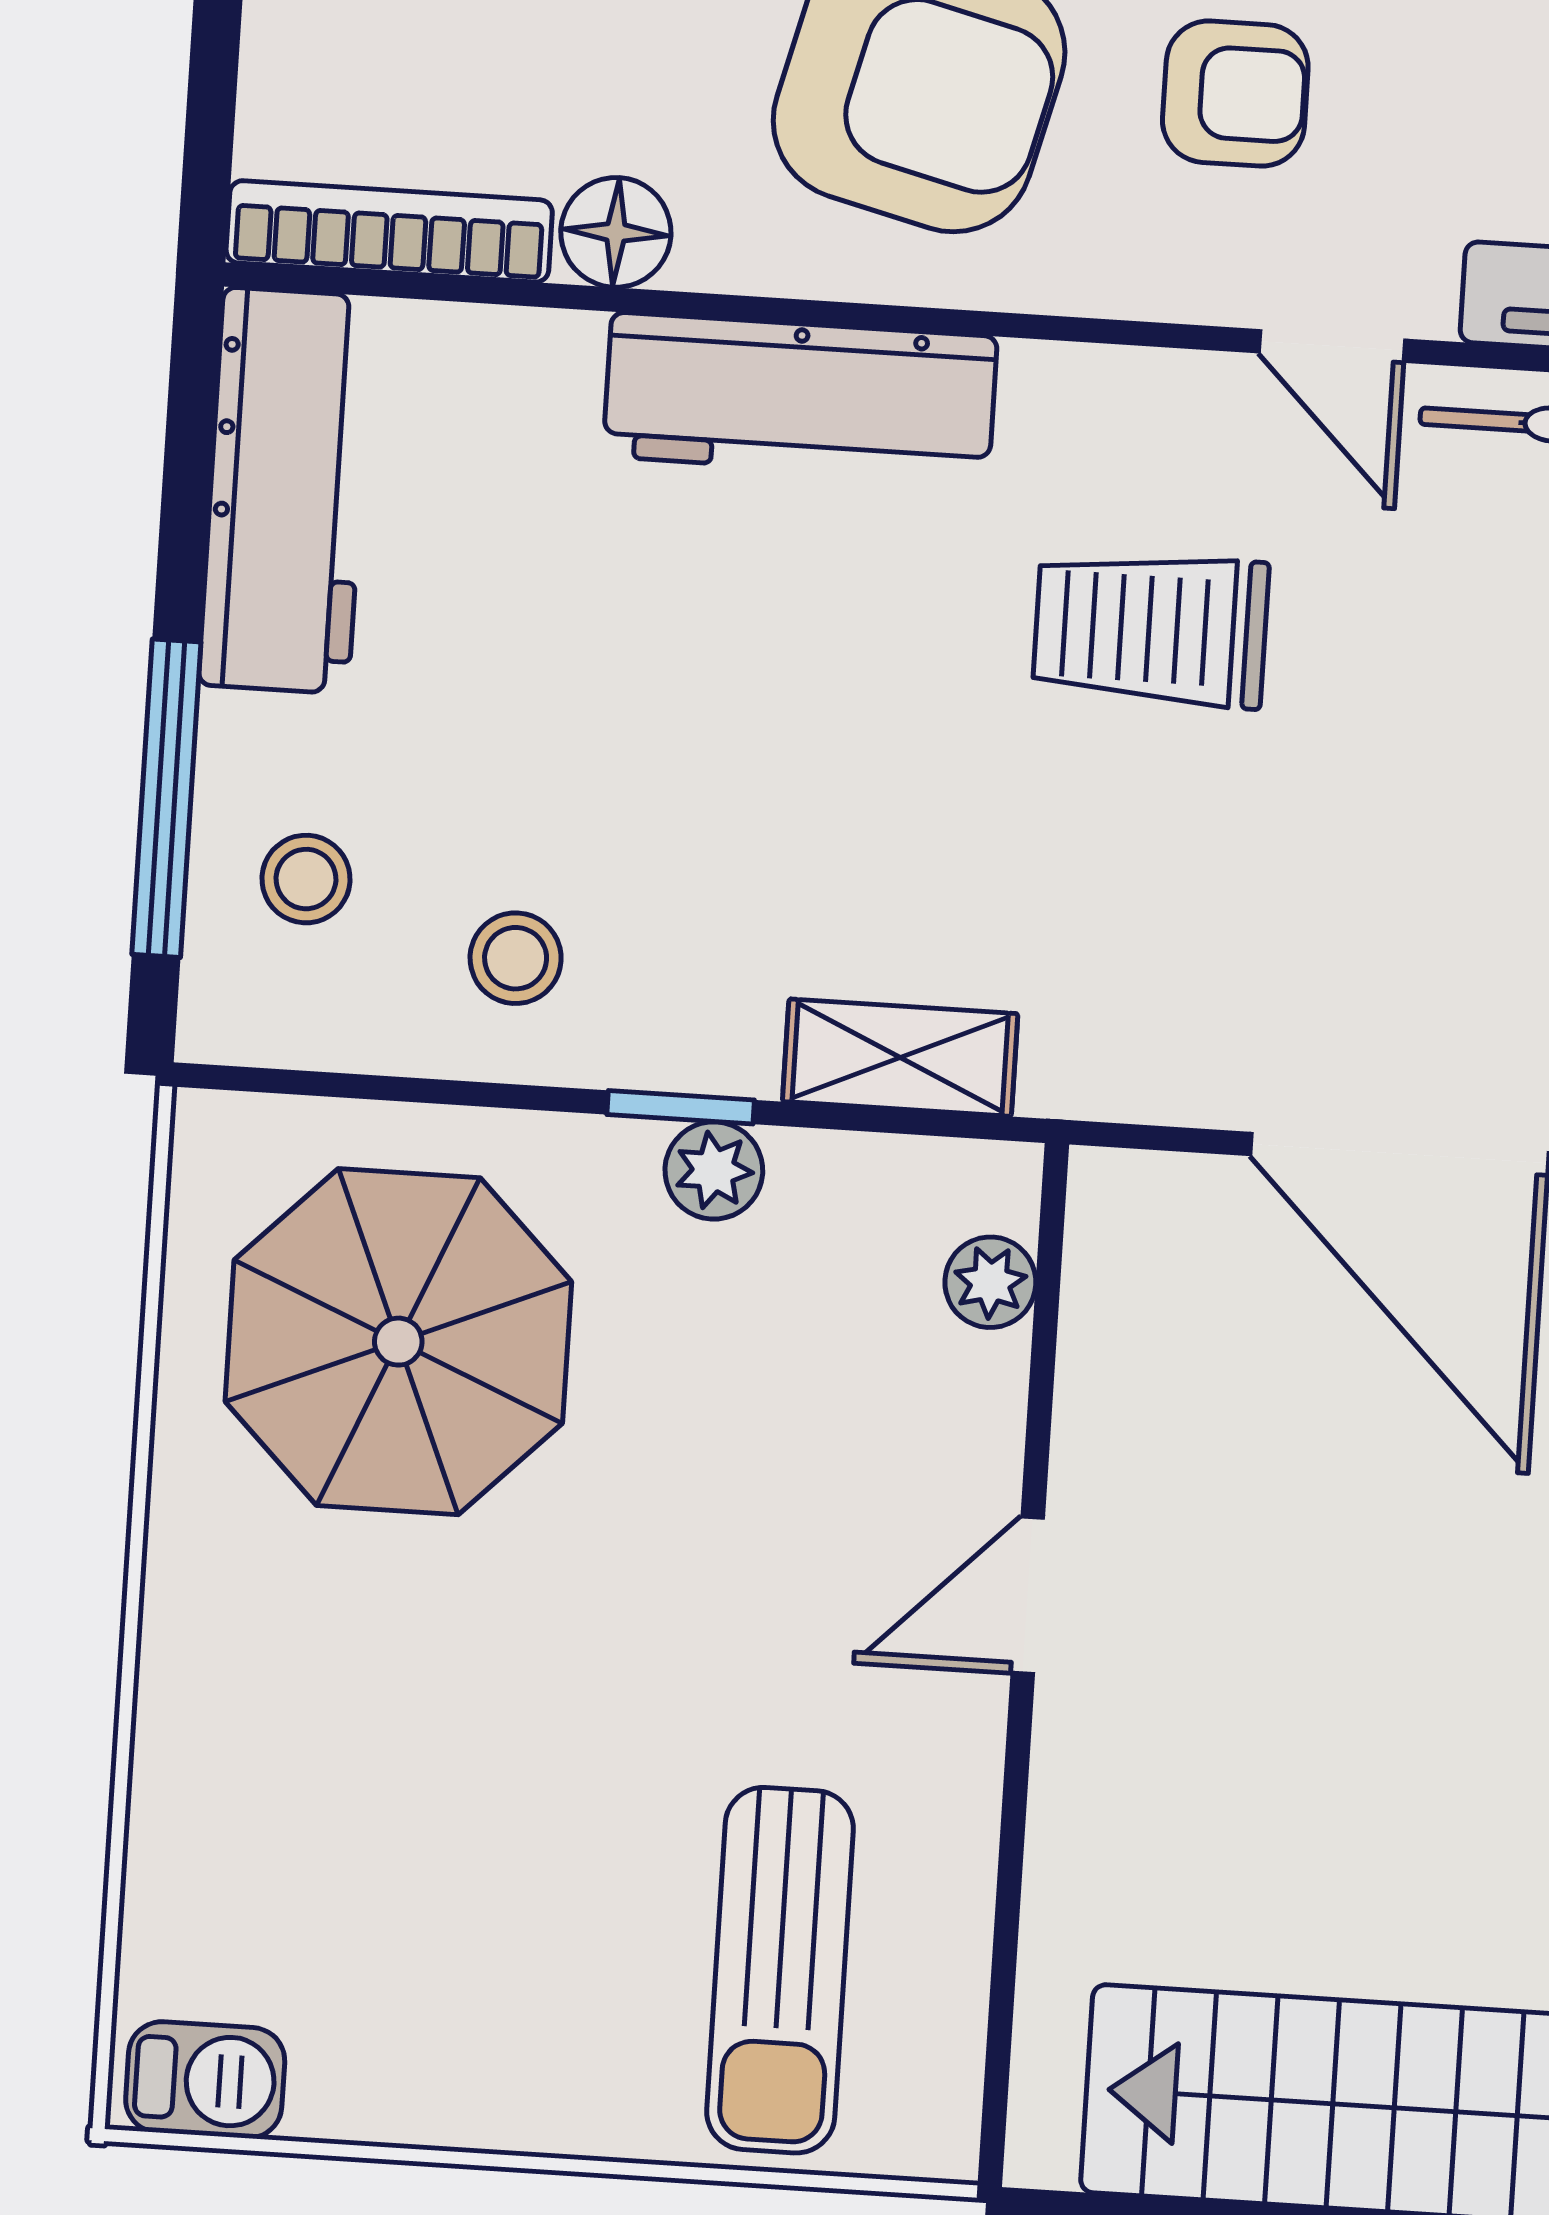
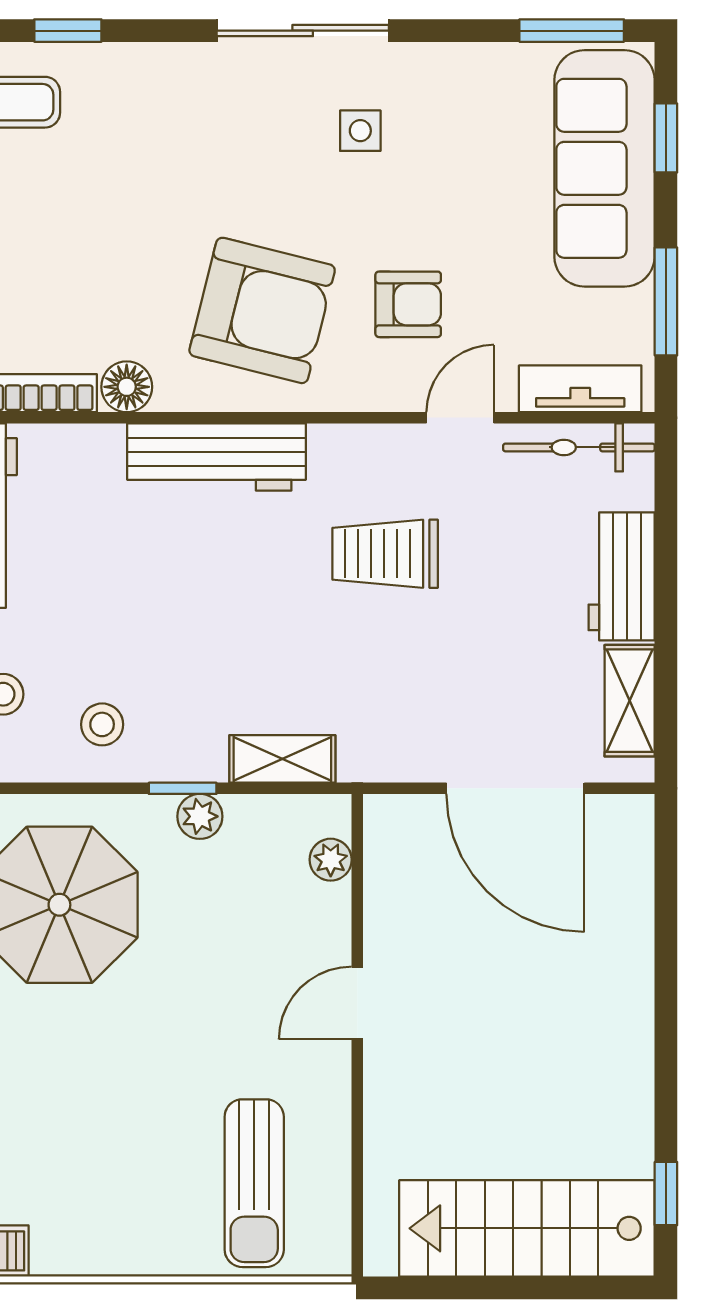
door: (1332, 346) -> (460, 418), swing flipped

